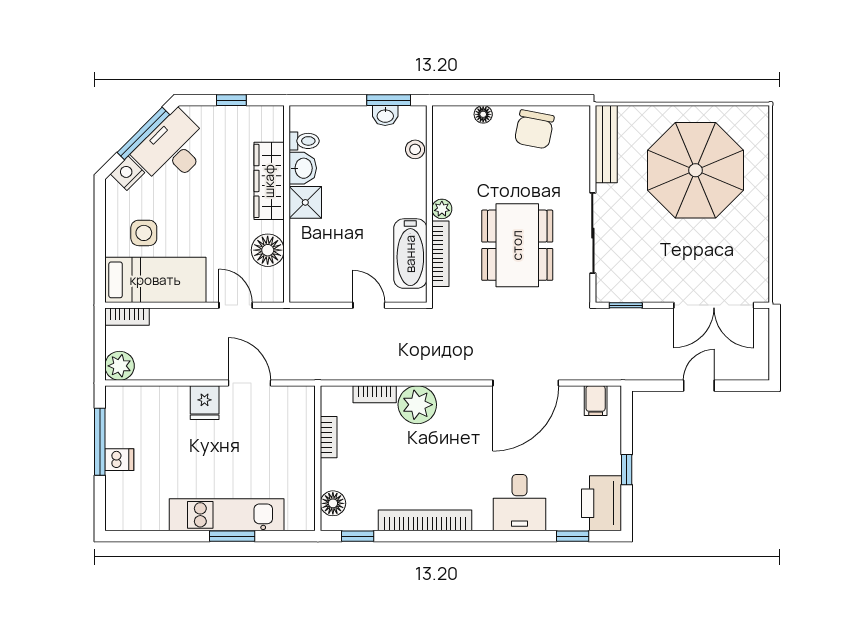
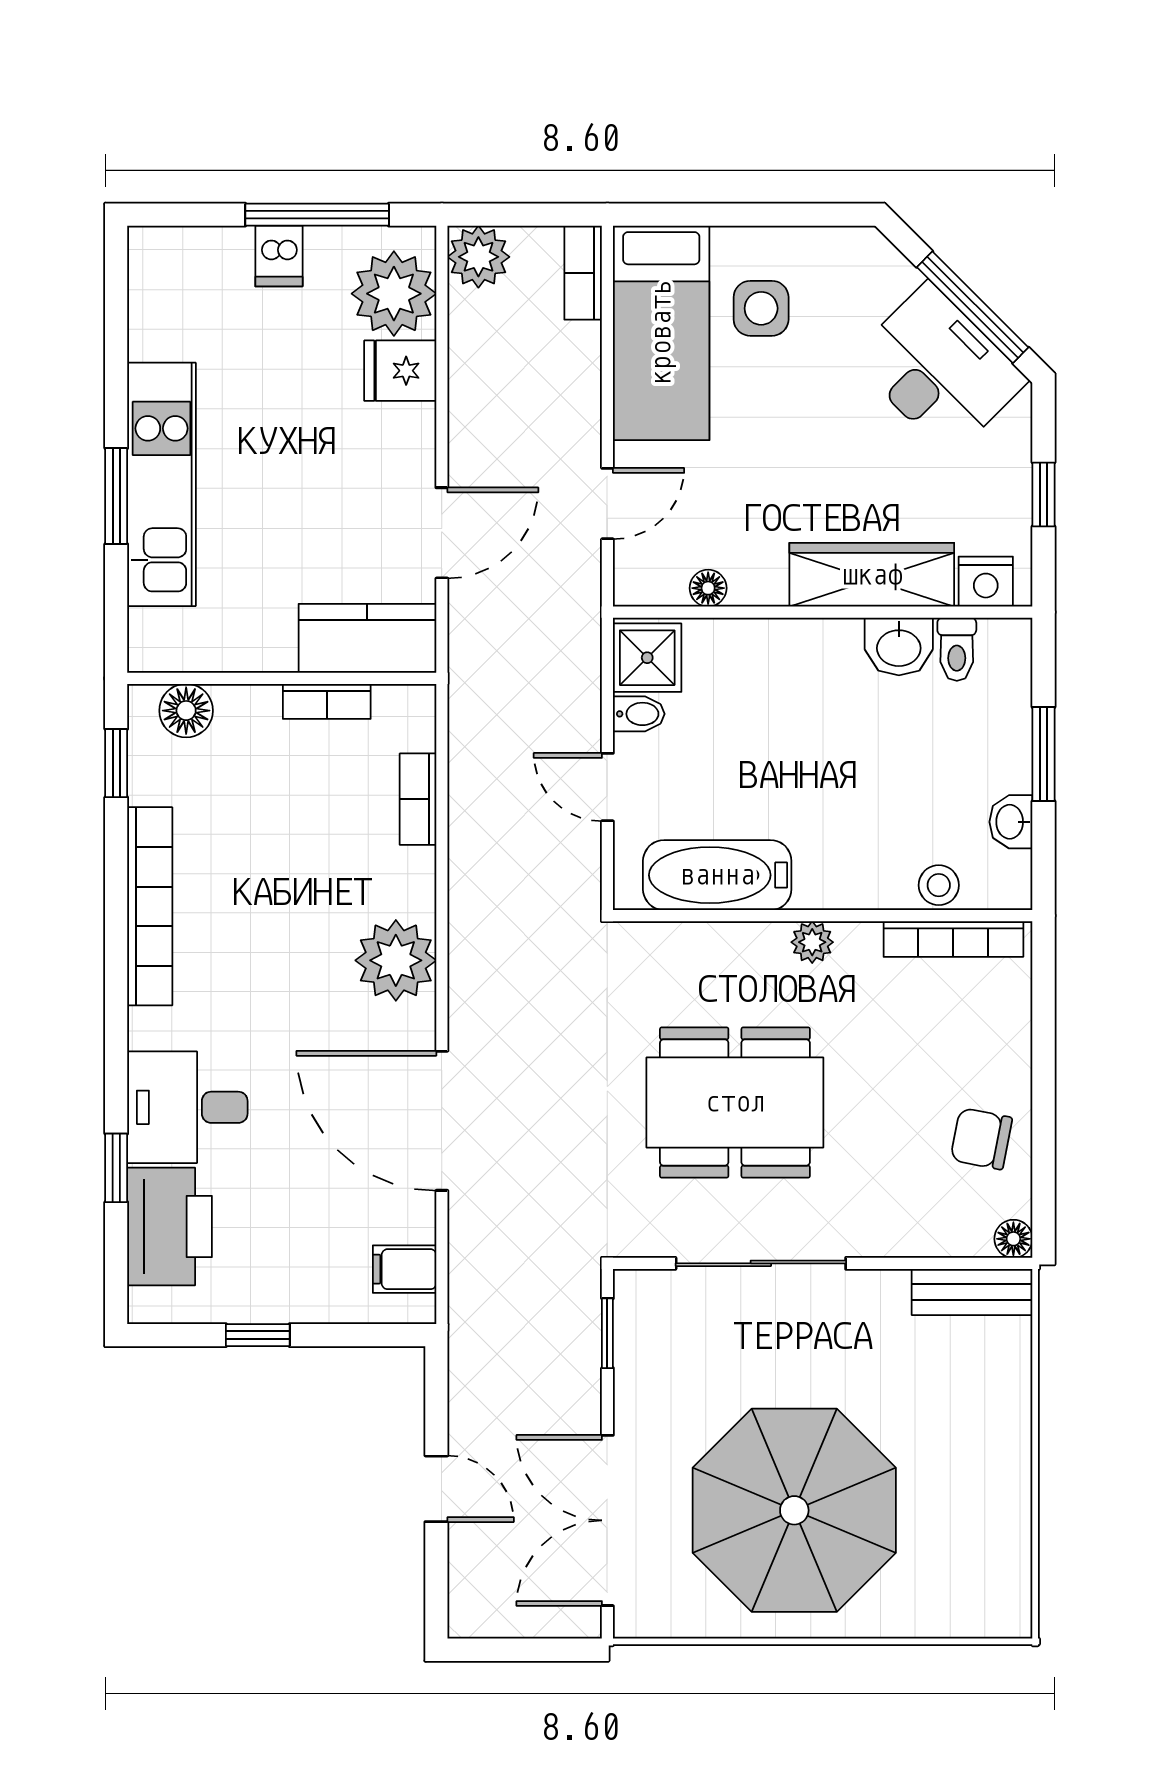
window: (389, 100) -> (1044, 754), moved
floor lamp: (483, 114) -> (1013, 1239), moved
chair: (534, 129) -> (981, 1139), width x0.73, depth x0.73
bench: (606, 144) -> (972, 1292), width x0.73
parasol: (695, 170) -> (794, 1510), moved
nightstand: (127, 173) -> (986, 582), moved, turned 135
shower: (305, 202) -> (647, 658), moved
floor lamp: (268, 250) -> (708, 588), width x0.53, depth x0.53
bookcase: (440, 254) -> (953, 939), moved
bidet: (335, 290) -> (639, 714), added
door: (369, 305) -> (607, 787), swing flipped
fridge: (205, 403) -> (400, 371), moved
plant: (417, 405) -> (396, 960), moved
plant: (137, 406) -> (394, 294), added
kitchen counter: (299, 418) -> (367, 638), added
printer: (602, 503) -> (170, 1226), moved, turned 90
window: (573, 536) -> (116, 1168), moved

